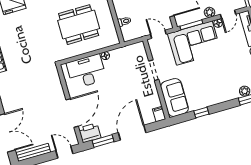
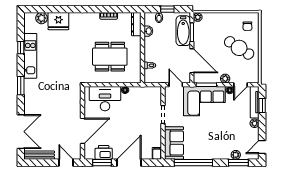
window: (201, 113) -> (193, 163), width x3.17
printer: (90, 133) -> (104, 152), moved

